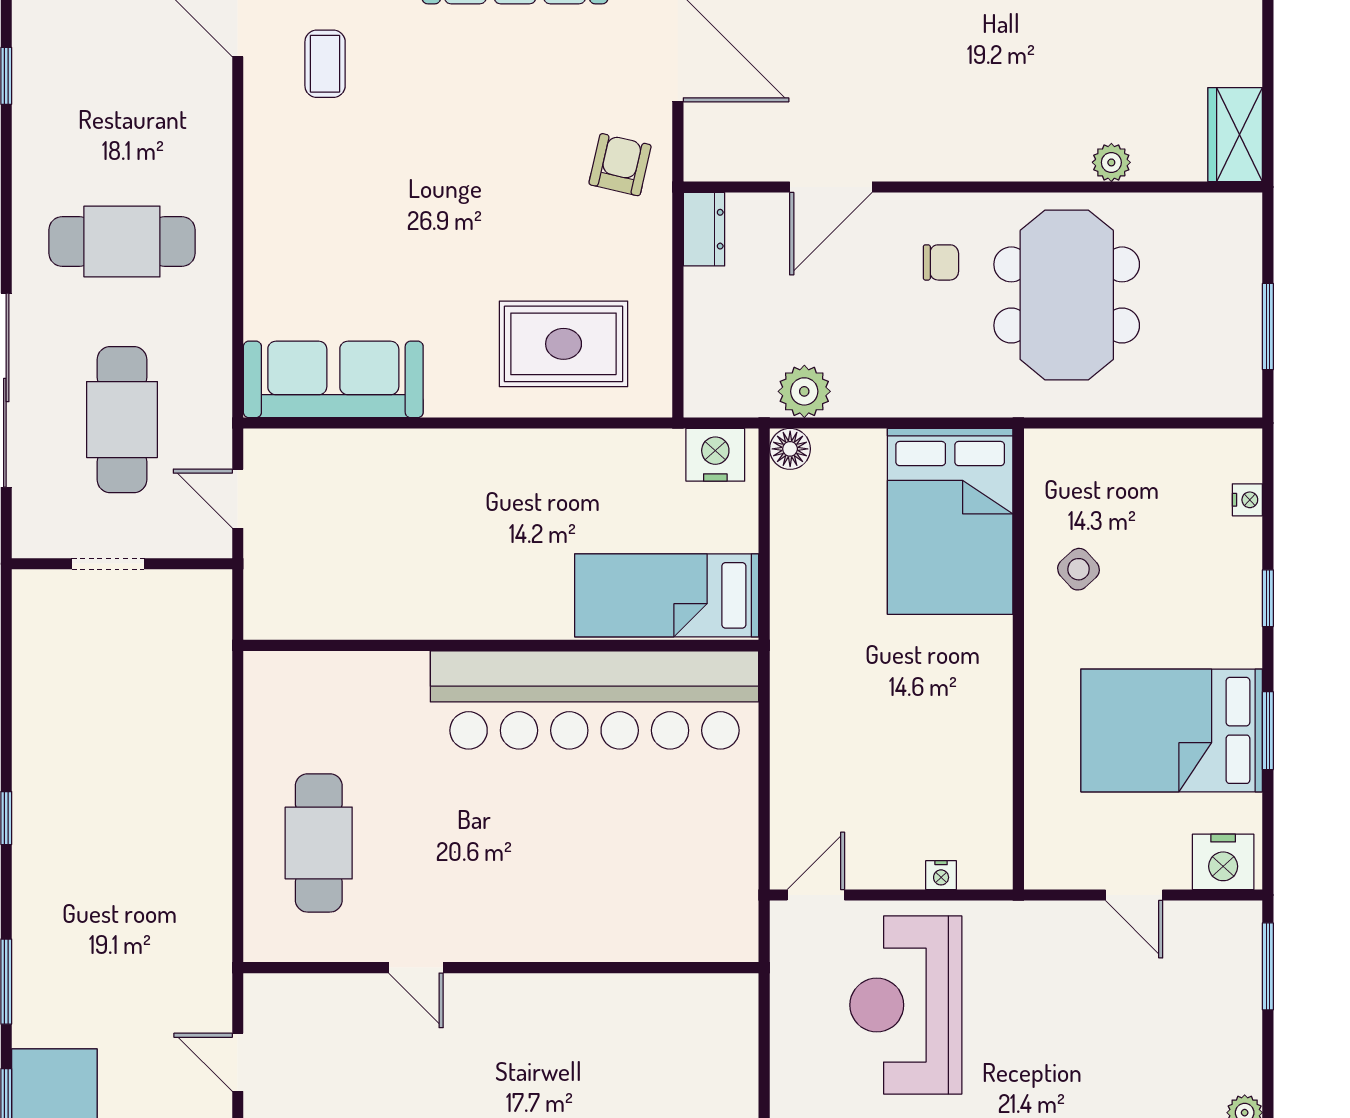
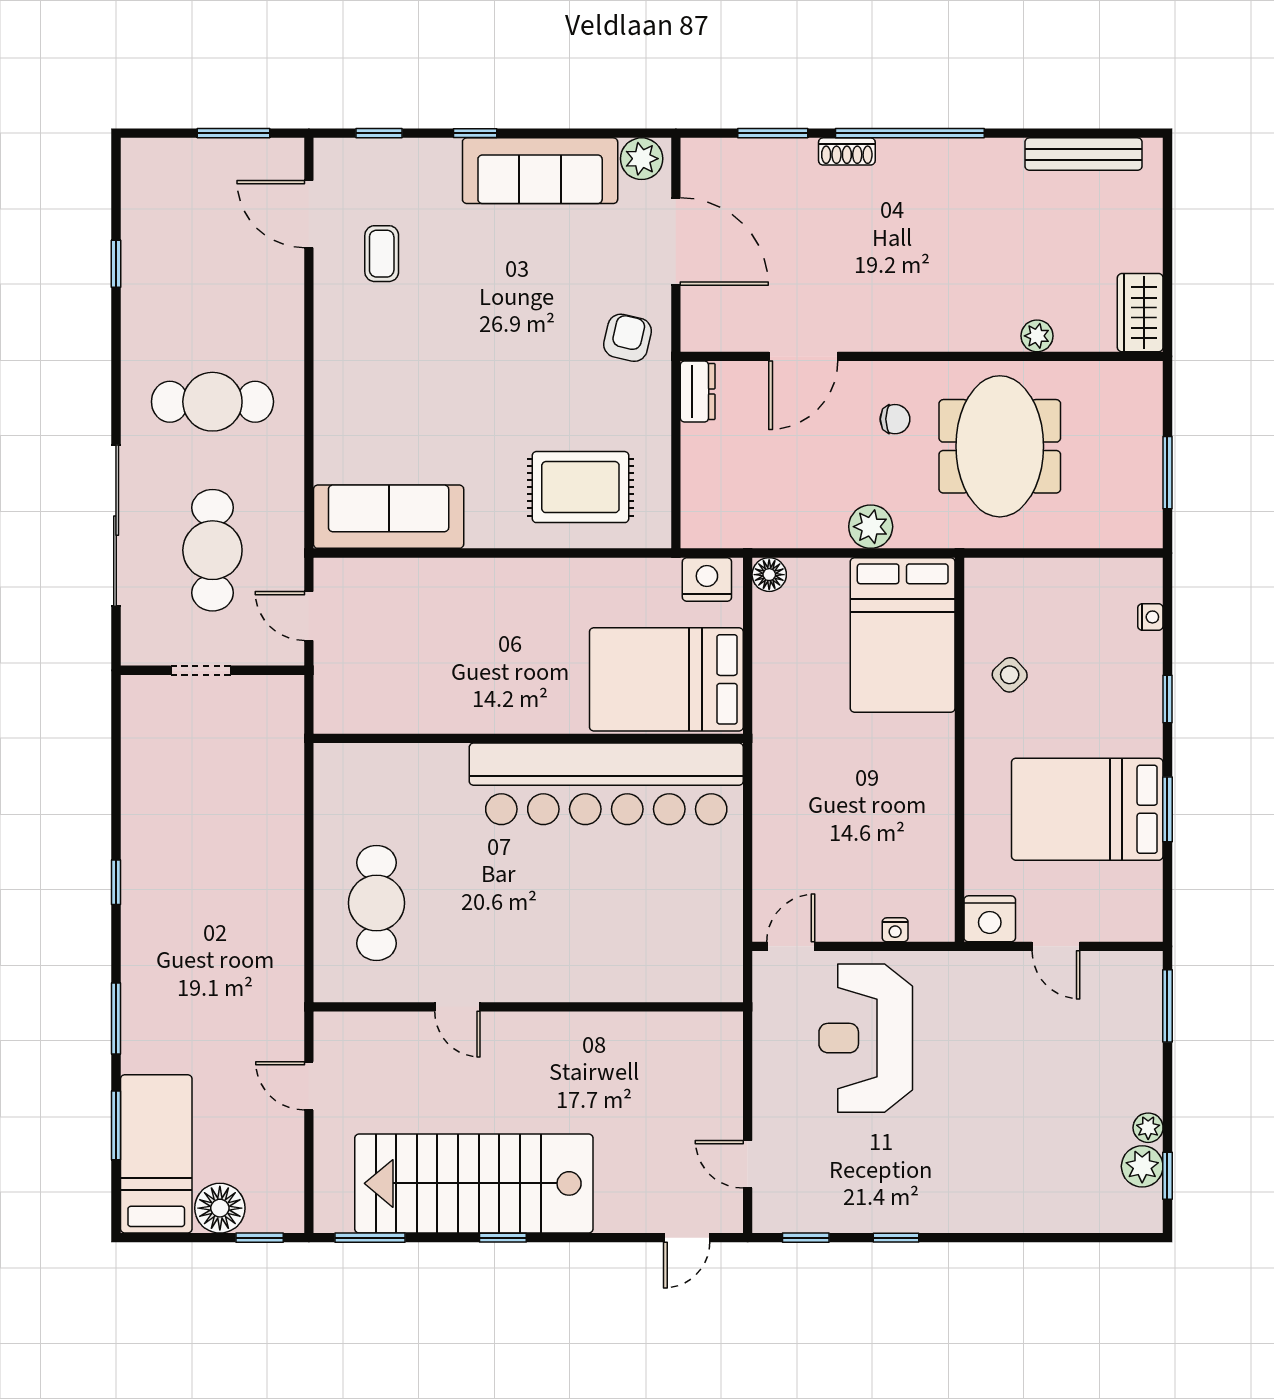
plant: (804, 391) -> (871, 527), moved
bed: (667, 595) -> (666, 679), width x1.50
nightstand: (1223, 862) -> (990, 919), moved

